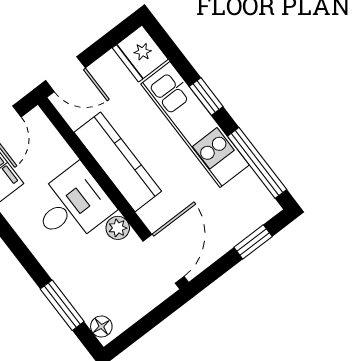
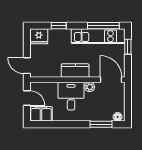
door: (65, 74) -> (27, 66), swing flipped
window: (206, 97) -> (59, 26), moved
kitchen unit: (195, 124) -> (98, 36), moved
kitchen counter: (118, 162) -> (75, 71), width x0.67

